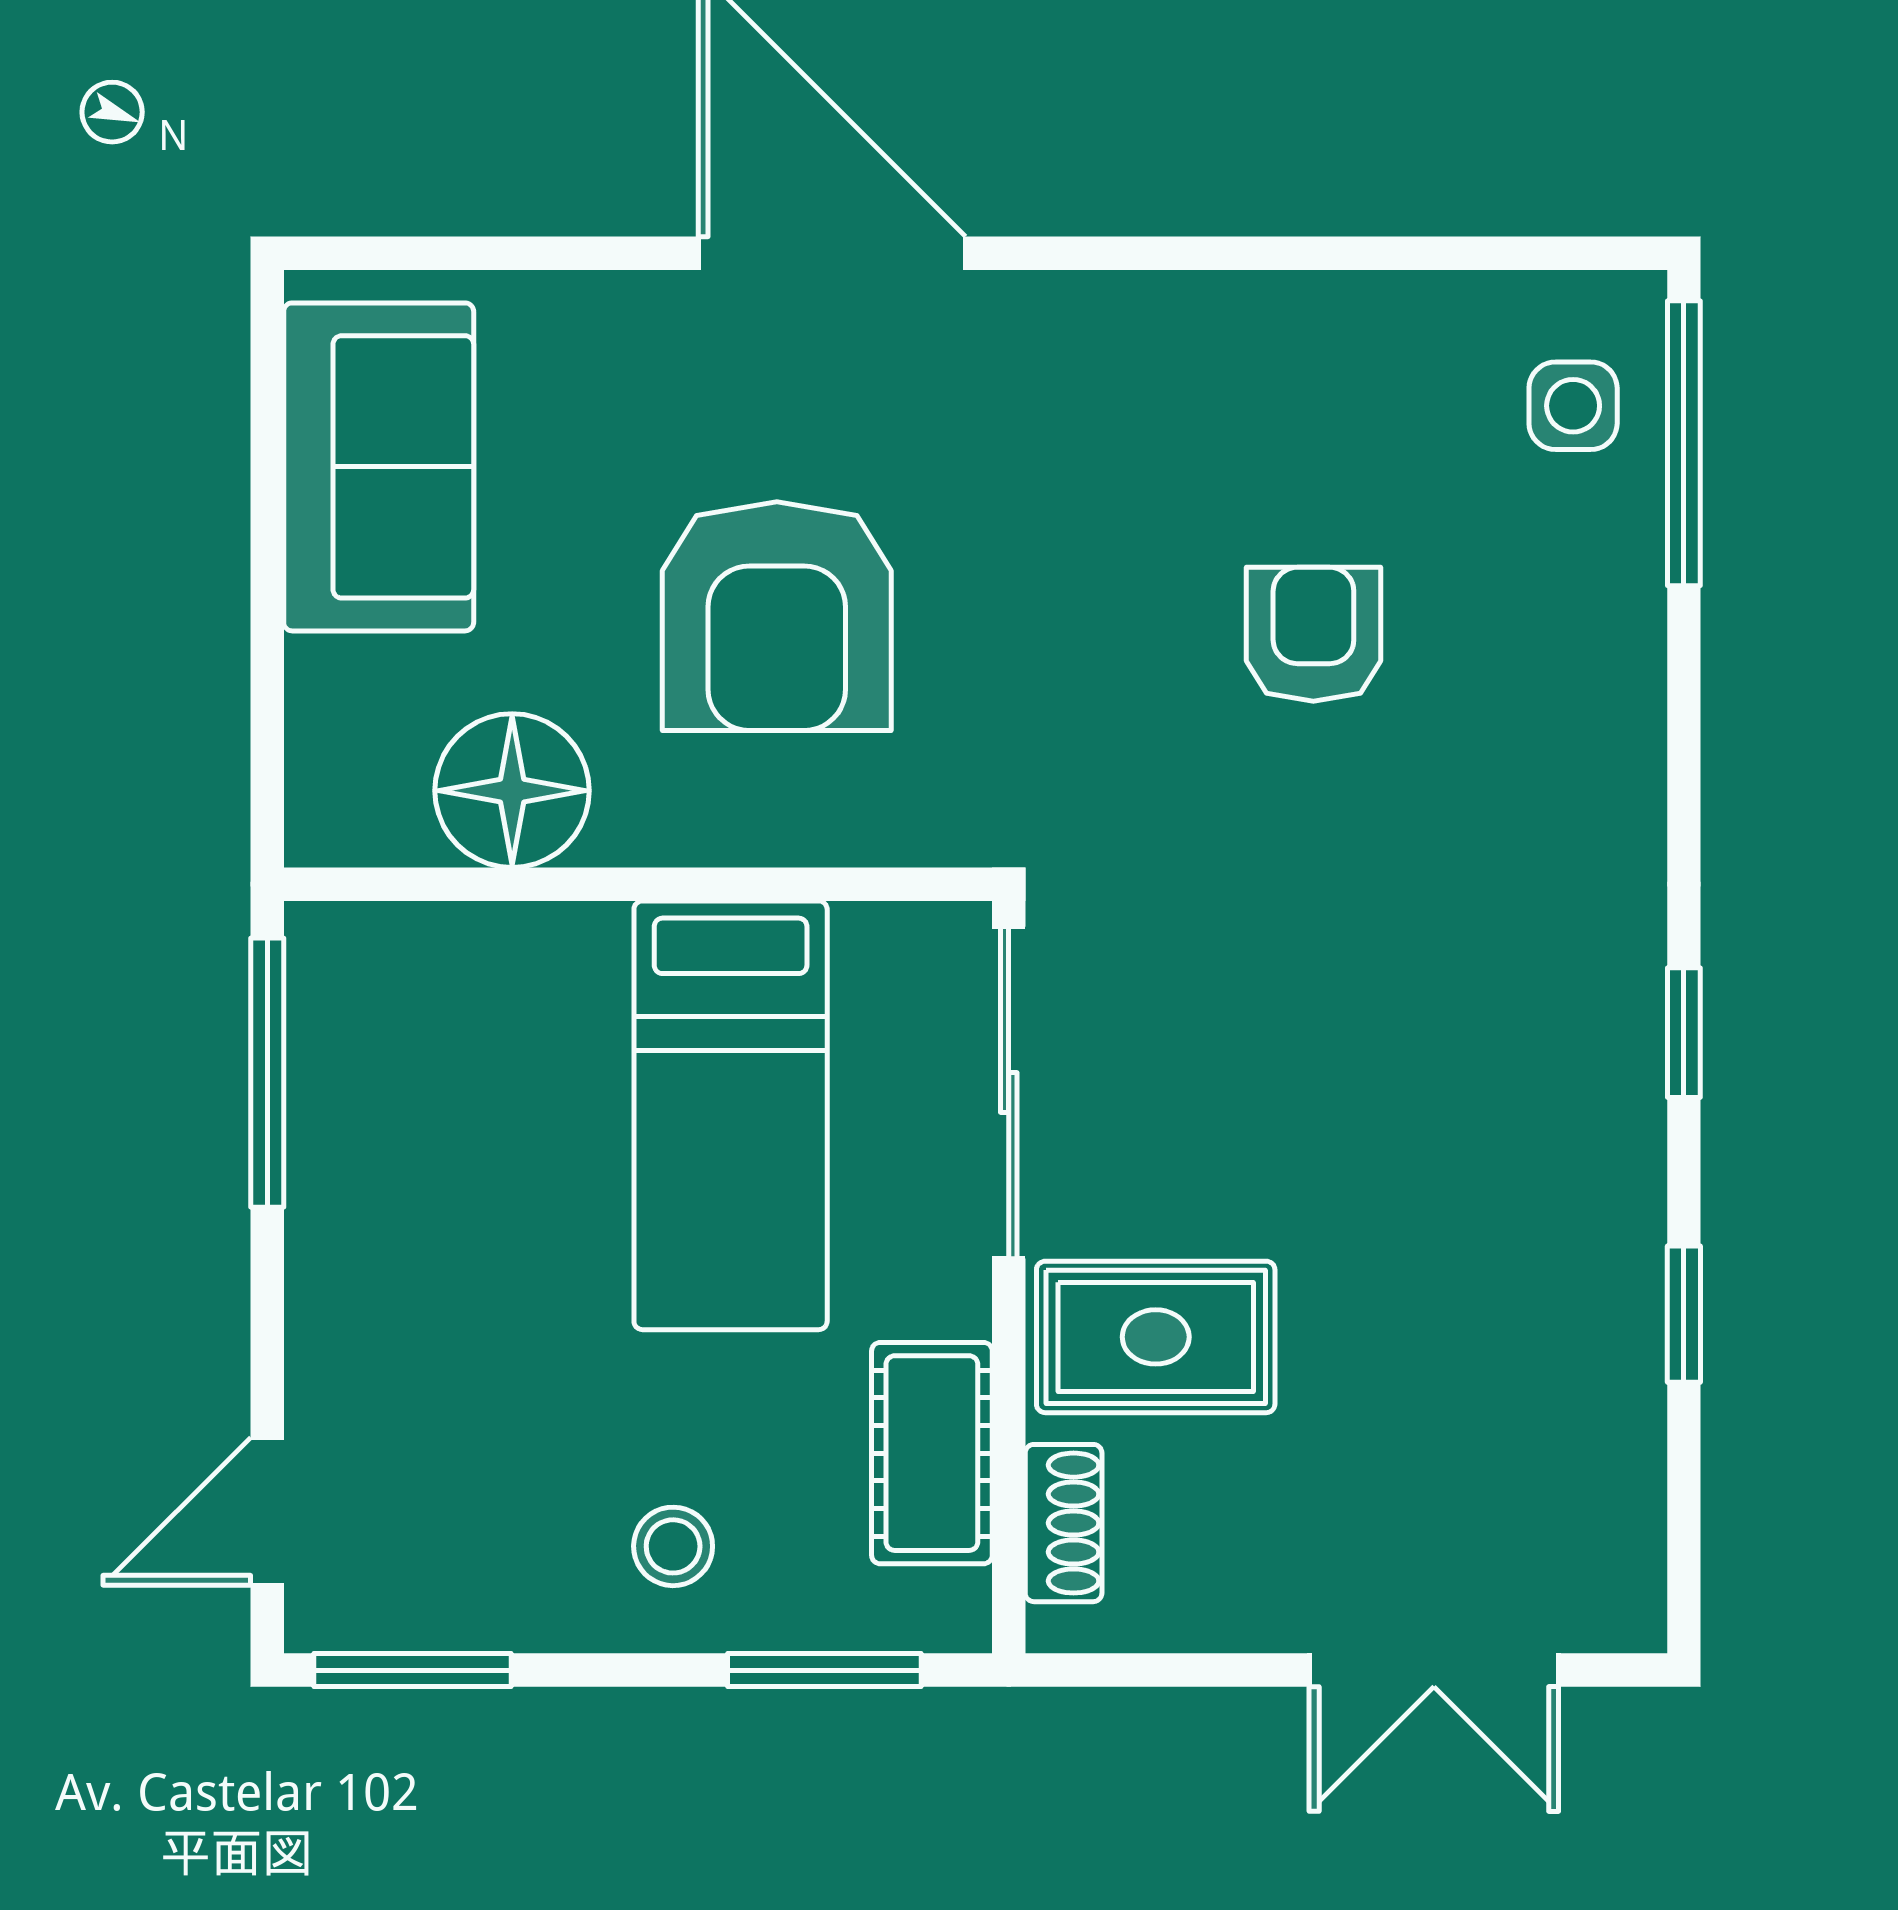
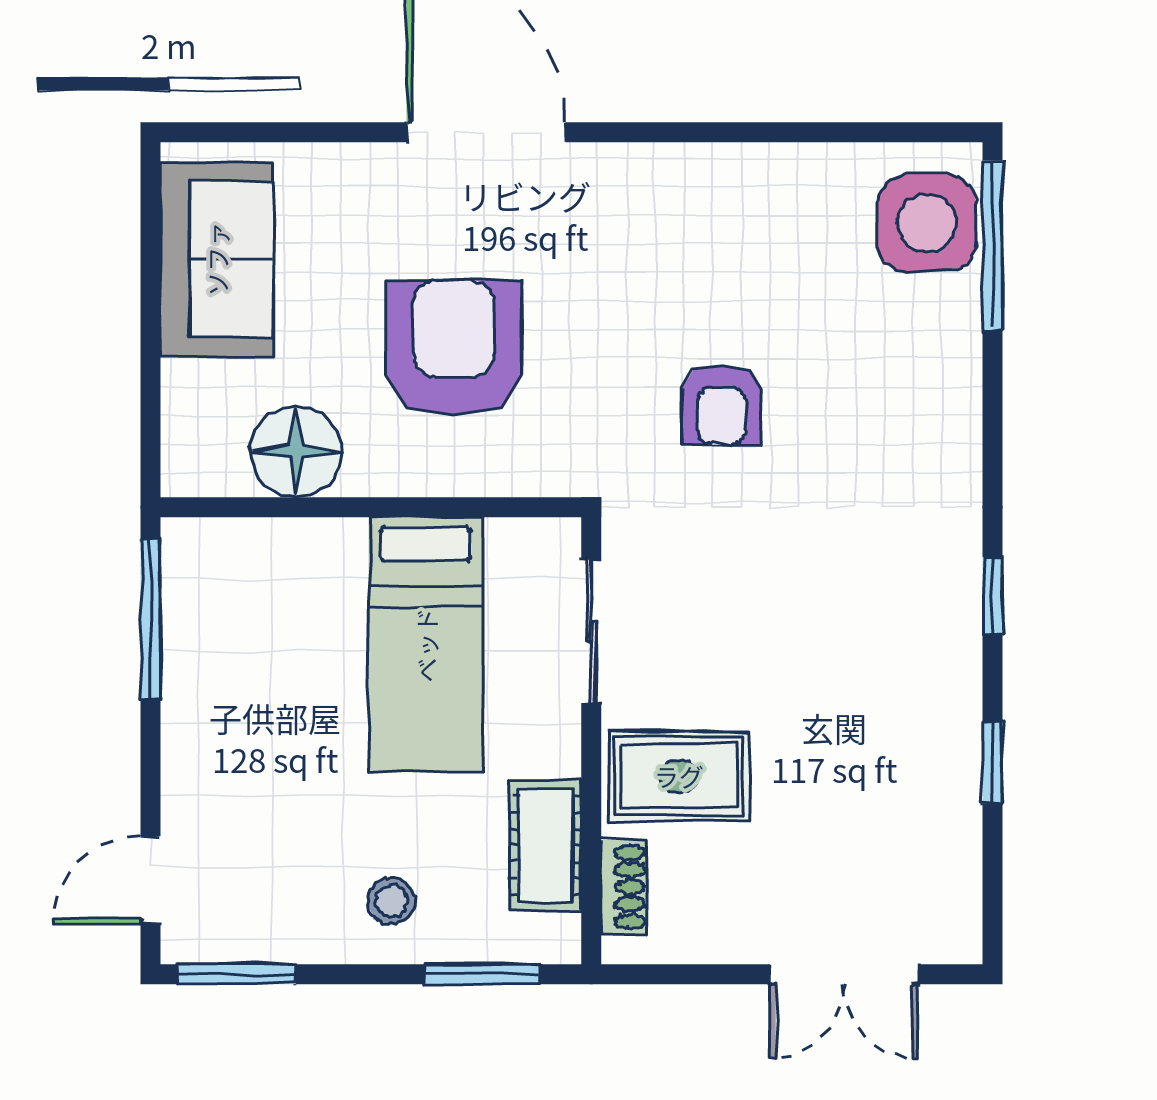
side table: (1573, 406) -> (927, 223), width x1.87, depth x1.87
armchair: (777, 616) -> (453, 348), turned 180
armchair: (1313, 634) -> (722, 405), moved, turned 180
sliding door: (1009, 1093) -> (591, 631), width x0.73

